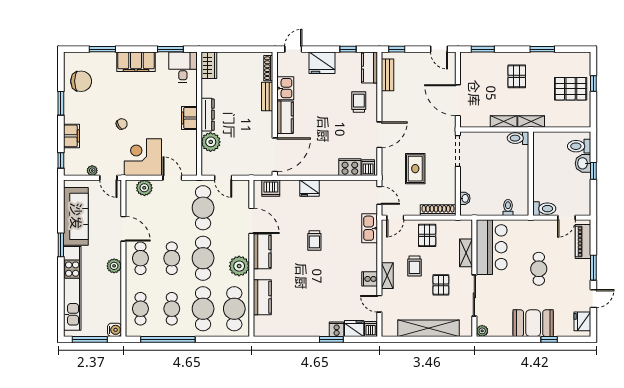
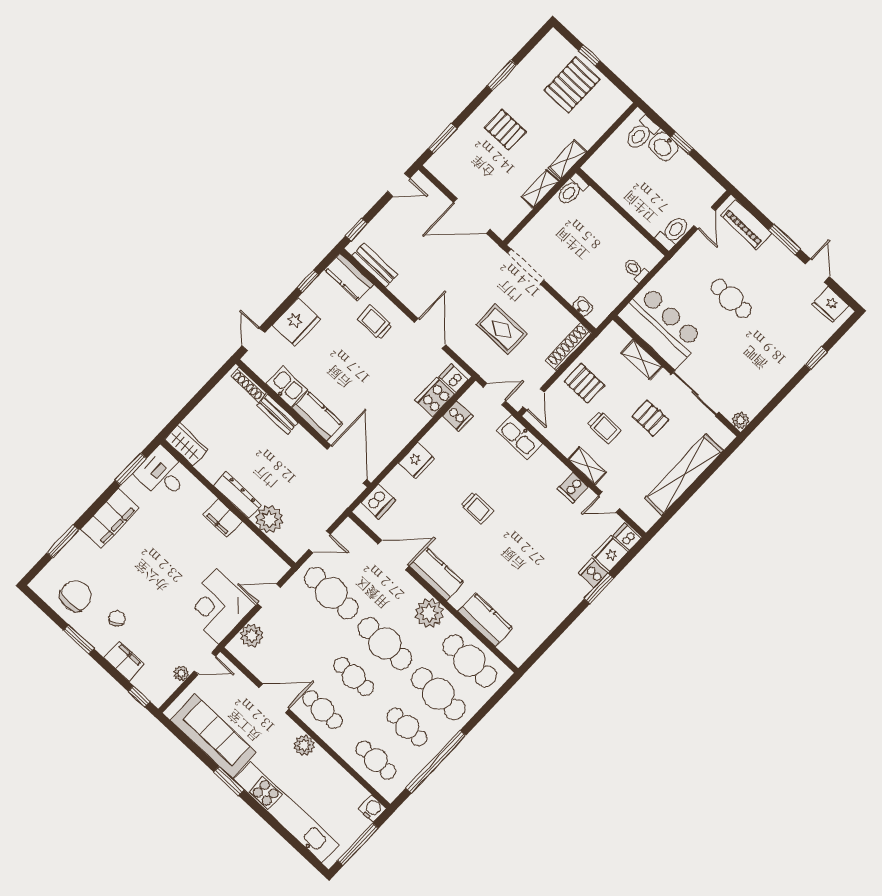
chair: (122, 124) -> (117, 618), moved
cooker: (351, 188) -> (458, 416), added
booth: (533, 323) -> (783, 359), removed

